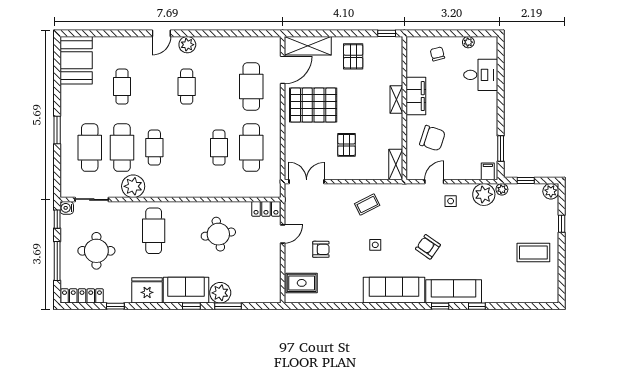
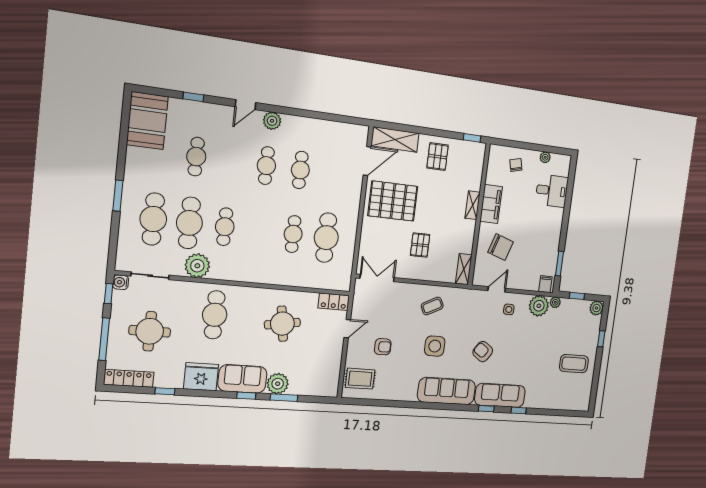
window: (114, 33) -> (193, 97), added
cafe table: (251, 87) -> (300, 170), moved, width x0.73, depth x0.74
side table: (375, 245) -> (435, 346), width x1.87, depth x1.87

